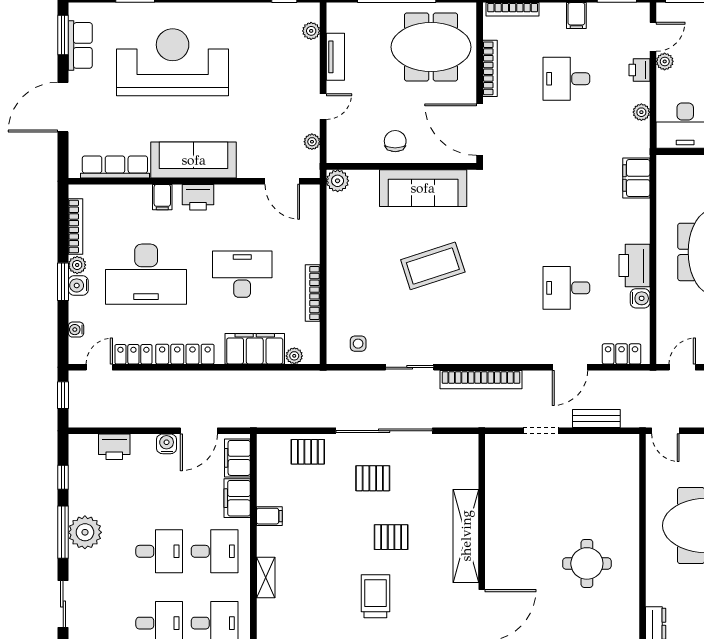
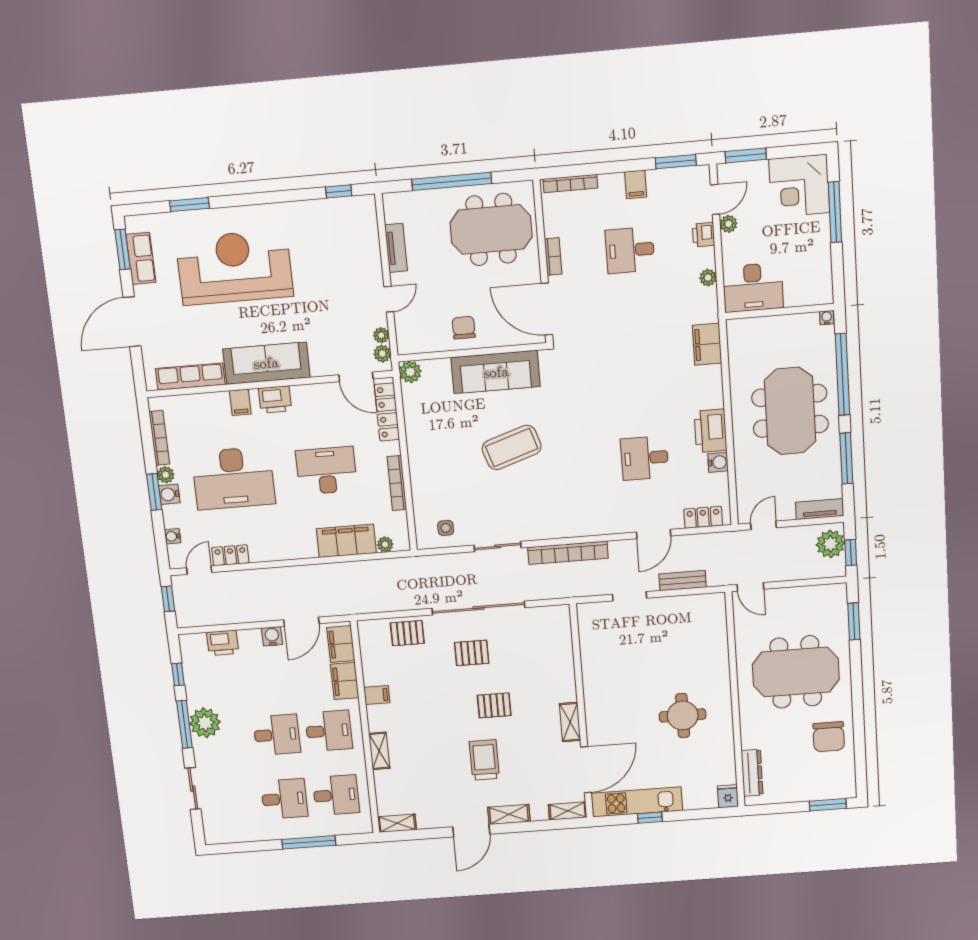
plant: (311, 31) -> (382, 354), moved
bookcase: (490, 68) -> (553, 256), width x0.64
locker: (185, 354) -> (387, 412), moved, turned -90
shelving: (466, 536) -> (570, 722), width x0.45, depth x0.75

